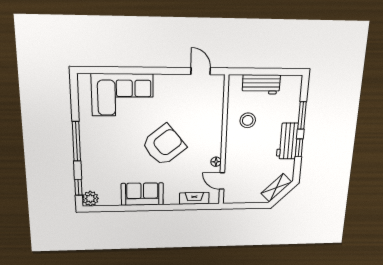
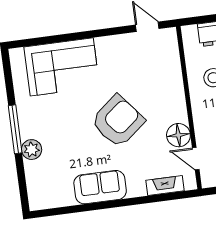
floor lamp: (216, 162) -> (178, 135), width x1.89, depth x1.89
window: (78, 187) -> (23, 187), removed
plant: (90, 199) -> (32, 150), moved

